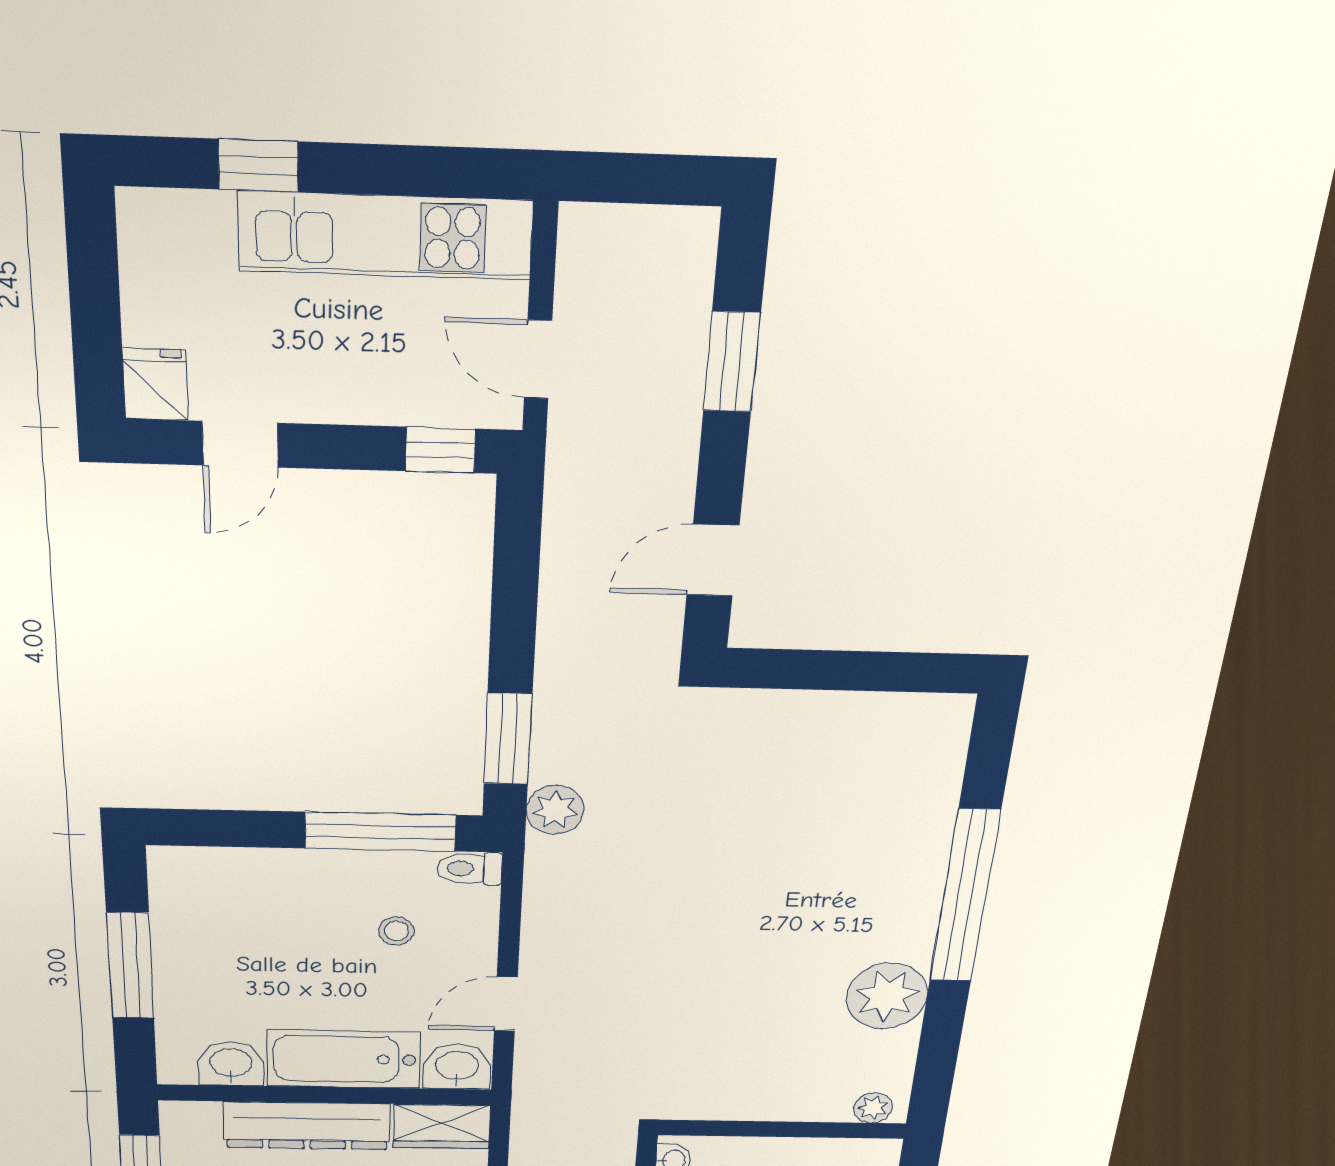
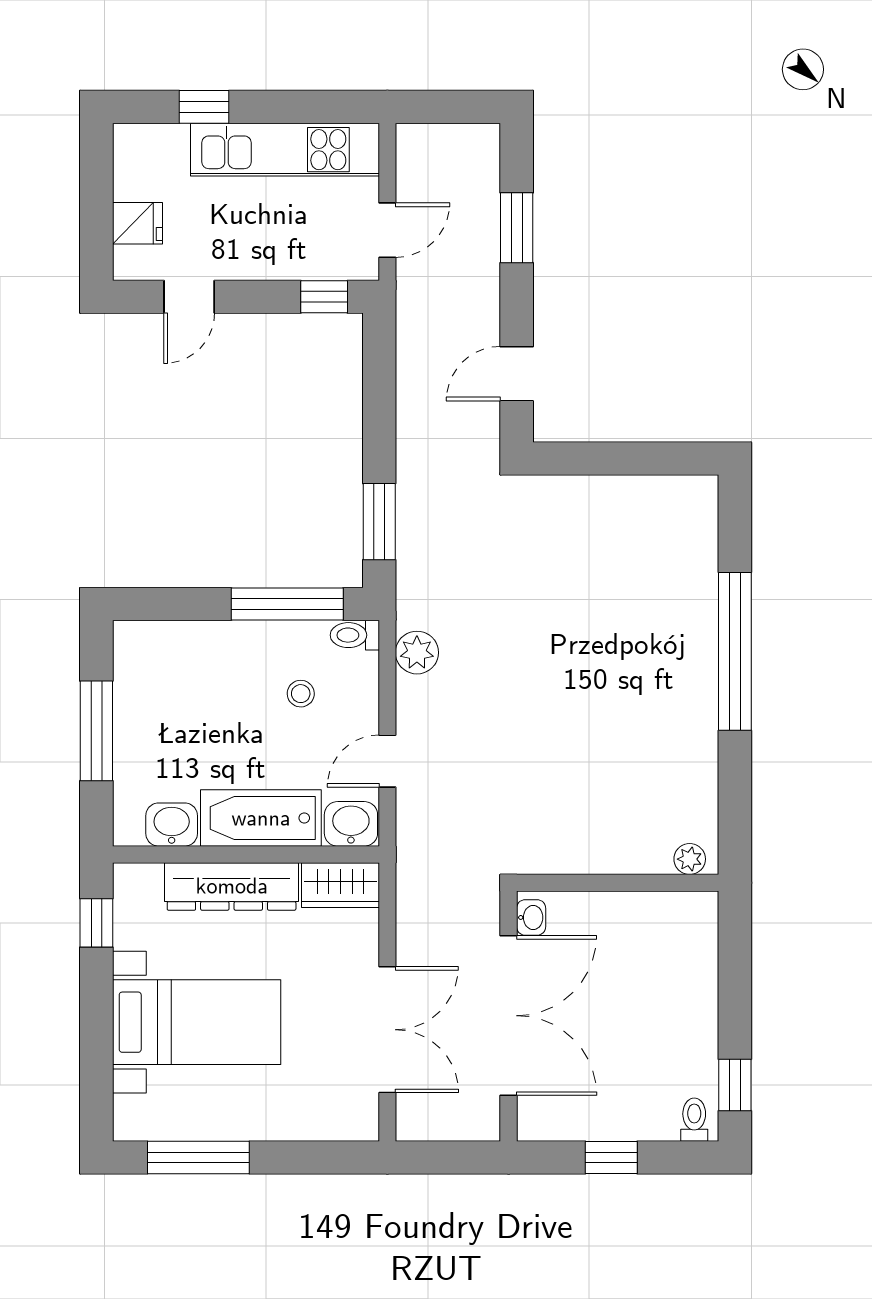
door: (538, 359) -> (387, 230), swing flipped
fridge: (155, 384) -> (137, 223), moved, turned 90
plant: (555, 810) -> (417, 653), moved
plant: (887, 996) -> (687, 747), removed

